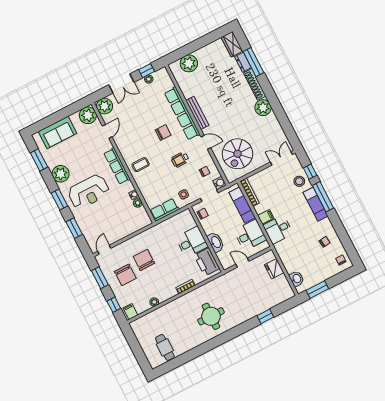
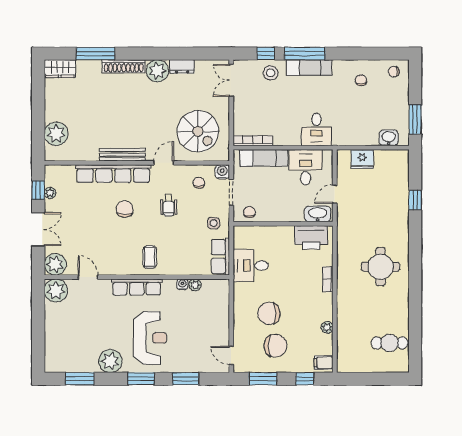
dresser: (243, 62) -> (182, 67), moved
sofa: (58, 132) -> (58, 339), removed
filing cabinet: (266, 217) -> (293, 137), removed
desk: (192, 242) -> (251, 266), moved, turned -90
washbasin: (216, 242) -> (318, 214), moved

